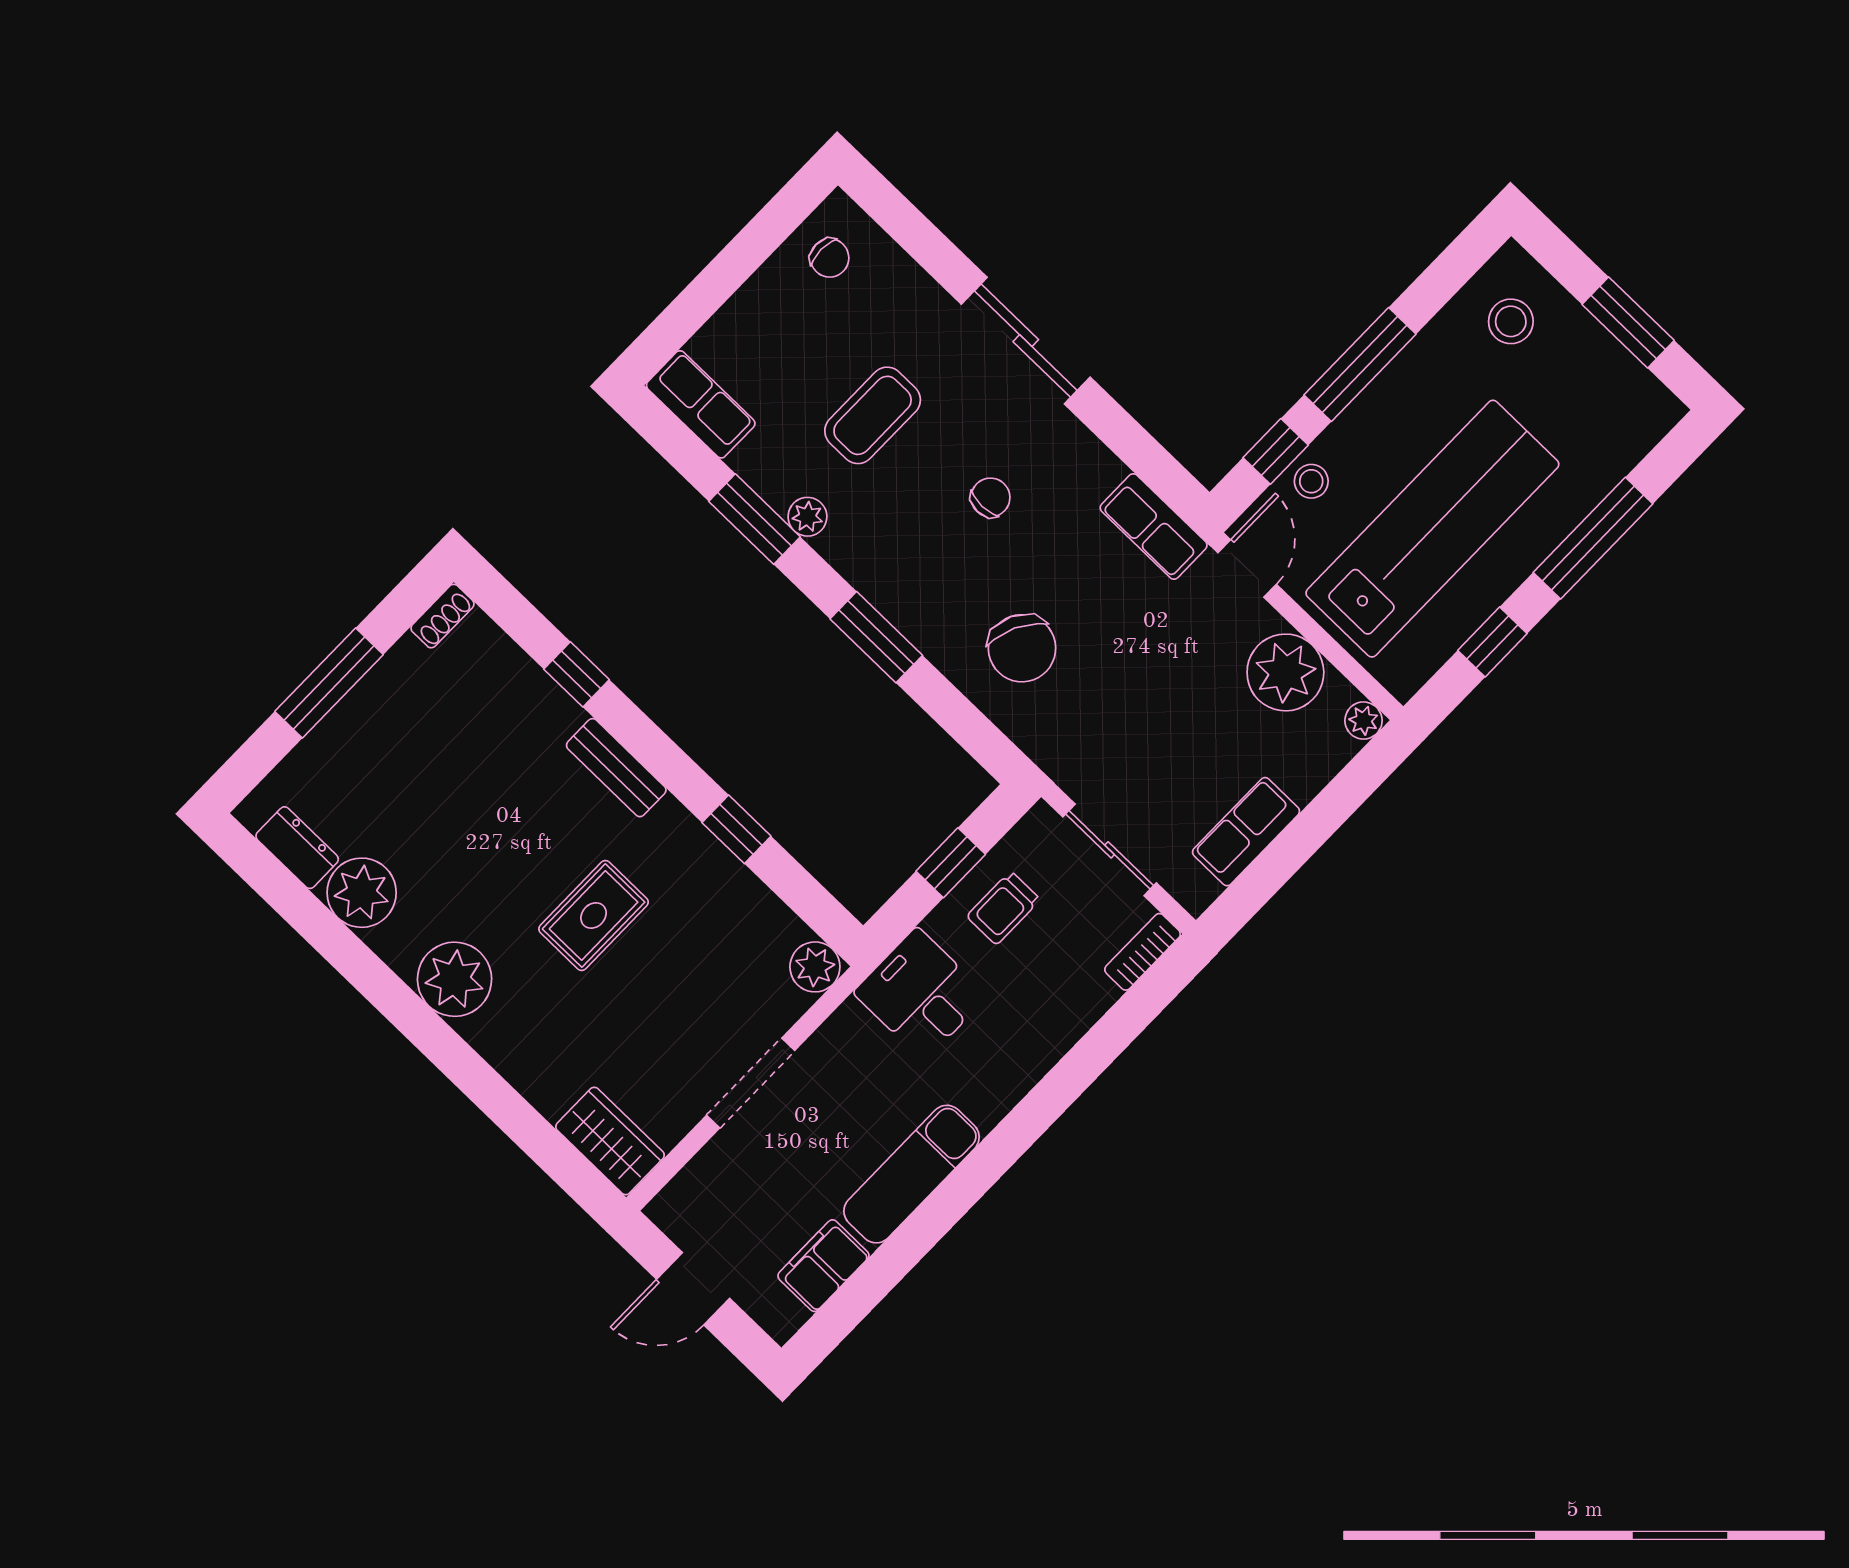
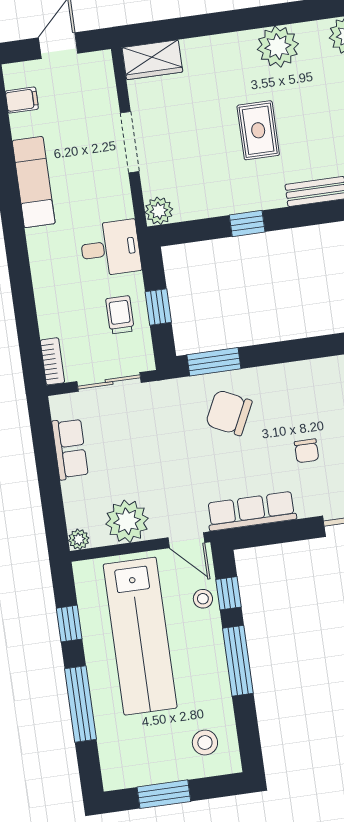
row of seats: (1154, 526) -> (251, 511), width x1.48
window: (876, 637) -> (214, 362), moved
filing cabinet: (823, 1266) -> (22, 100), width x0.50

